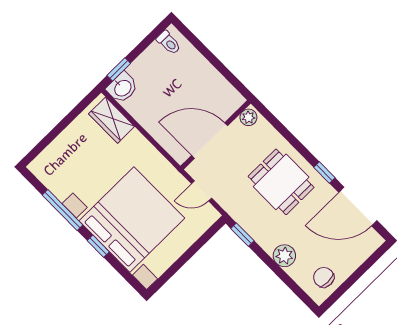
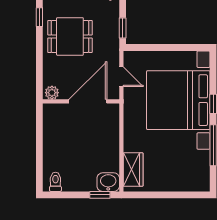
door: (210, 141) -> (88, 101), swing flipped
dining table: (281, 182) -> (70, 36), turned 90

